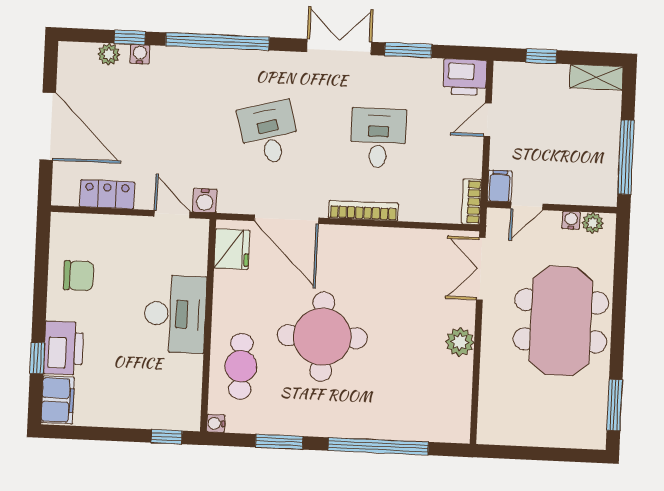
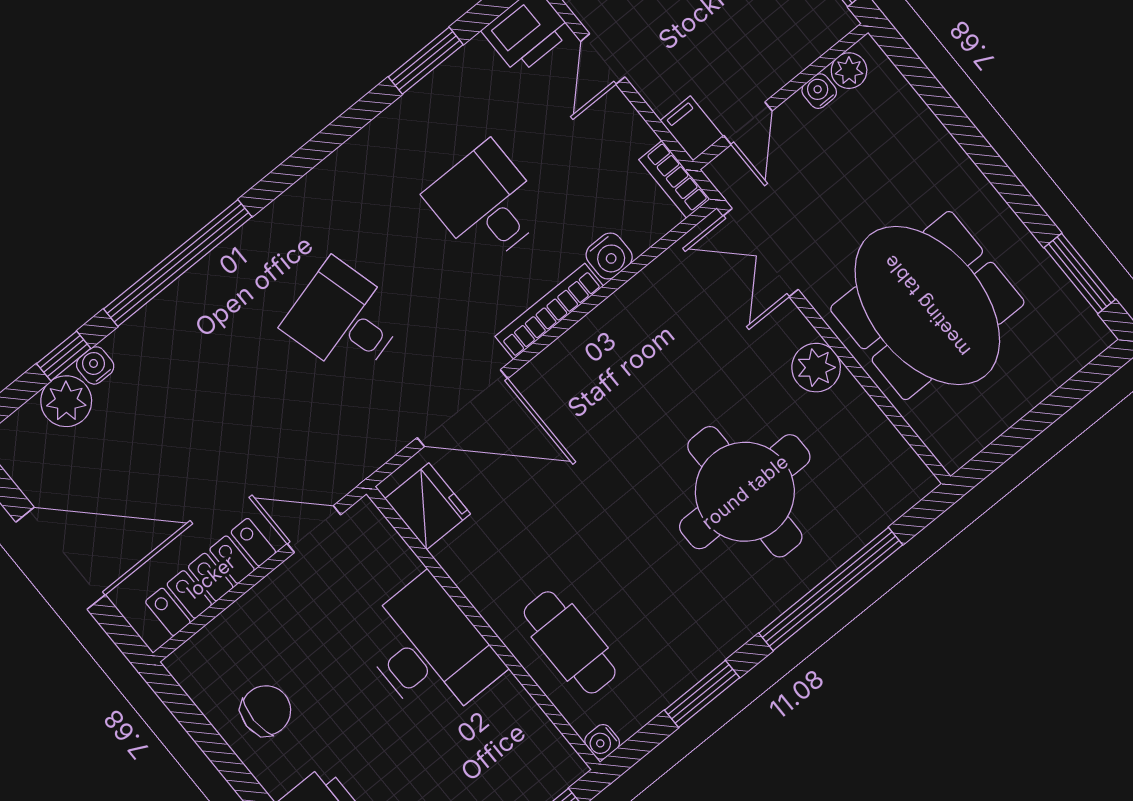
double door: (339, 47) -> (336, 134), removed
plant: (109, 54) -> (66, 401), width x1.38, depth x1.38
locker: (107, 194) -> (211, 577), width x1.53
water cooler: (205, 201) -> (609, 256), moved
meeting table: (561, 321) -> (927, 306), moved
round table: (322, 337) -> (745, 492), moved

